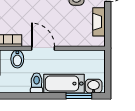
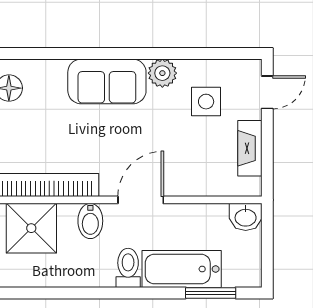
door: (43, 48) -> (141, 200), hinge flipped
washbasin: (94, 86) -> (246, 217), moved, turned 180

